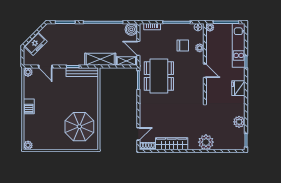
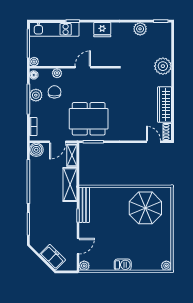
plant: (180, 29) -> (36, 95), added

